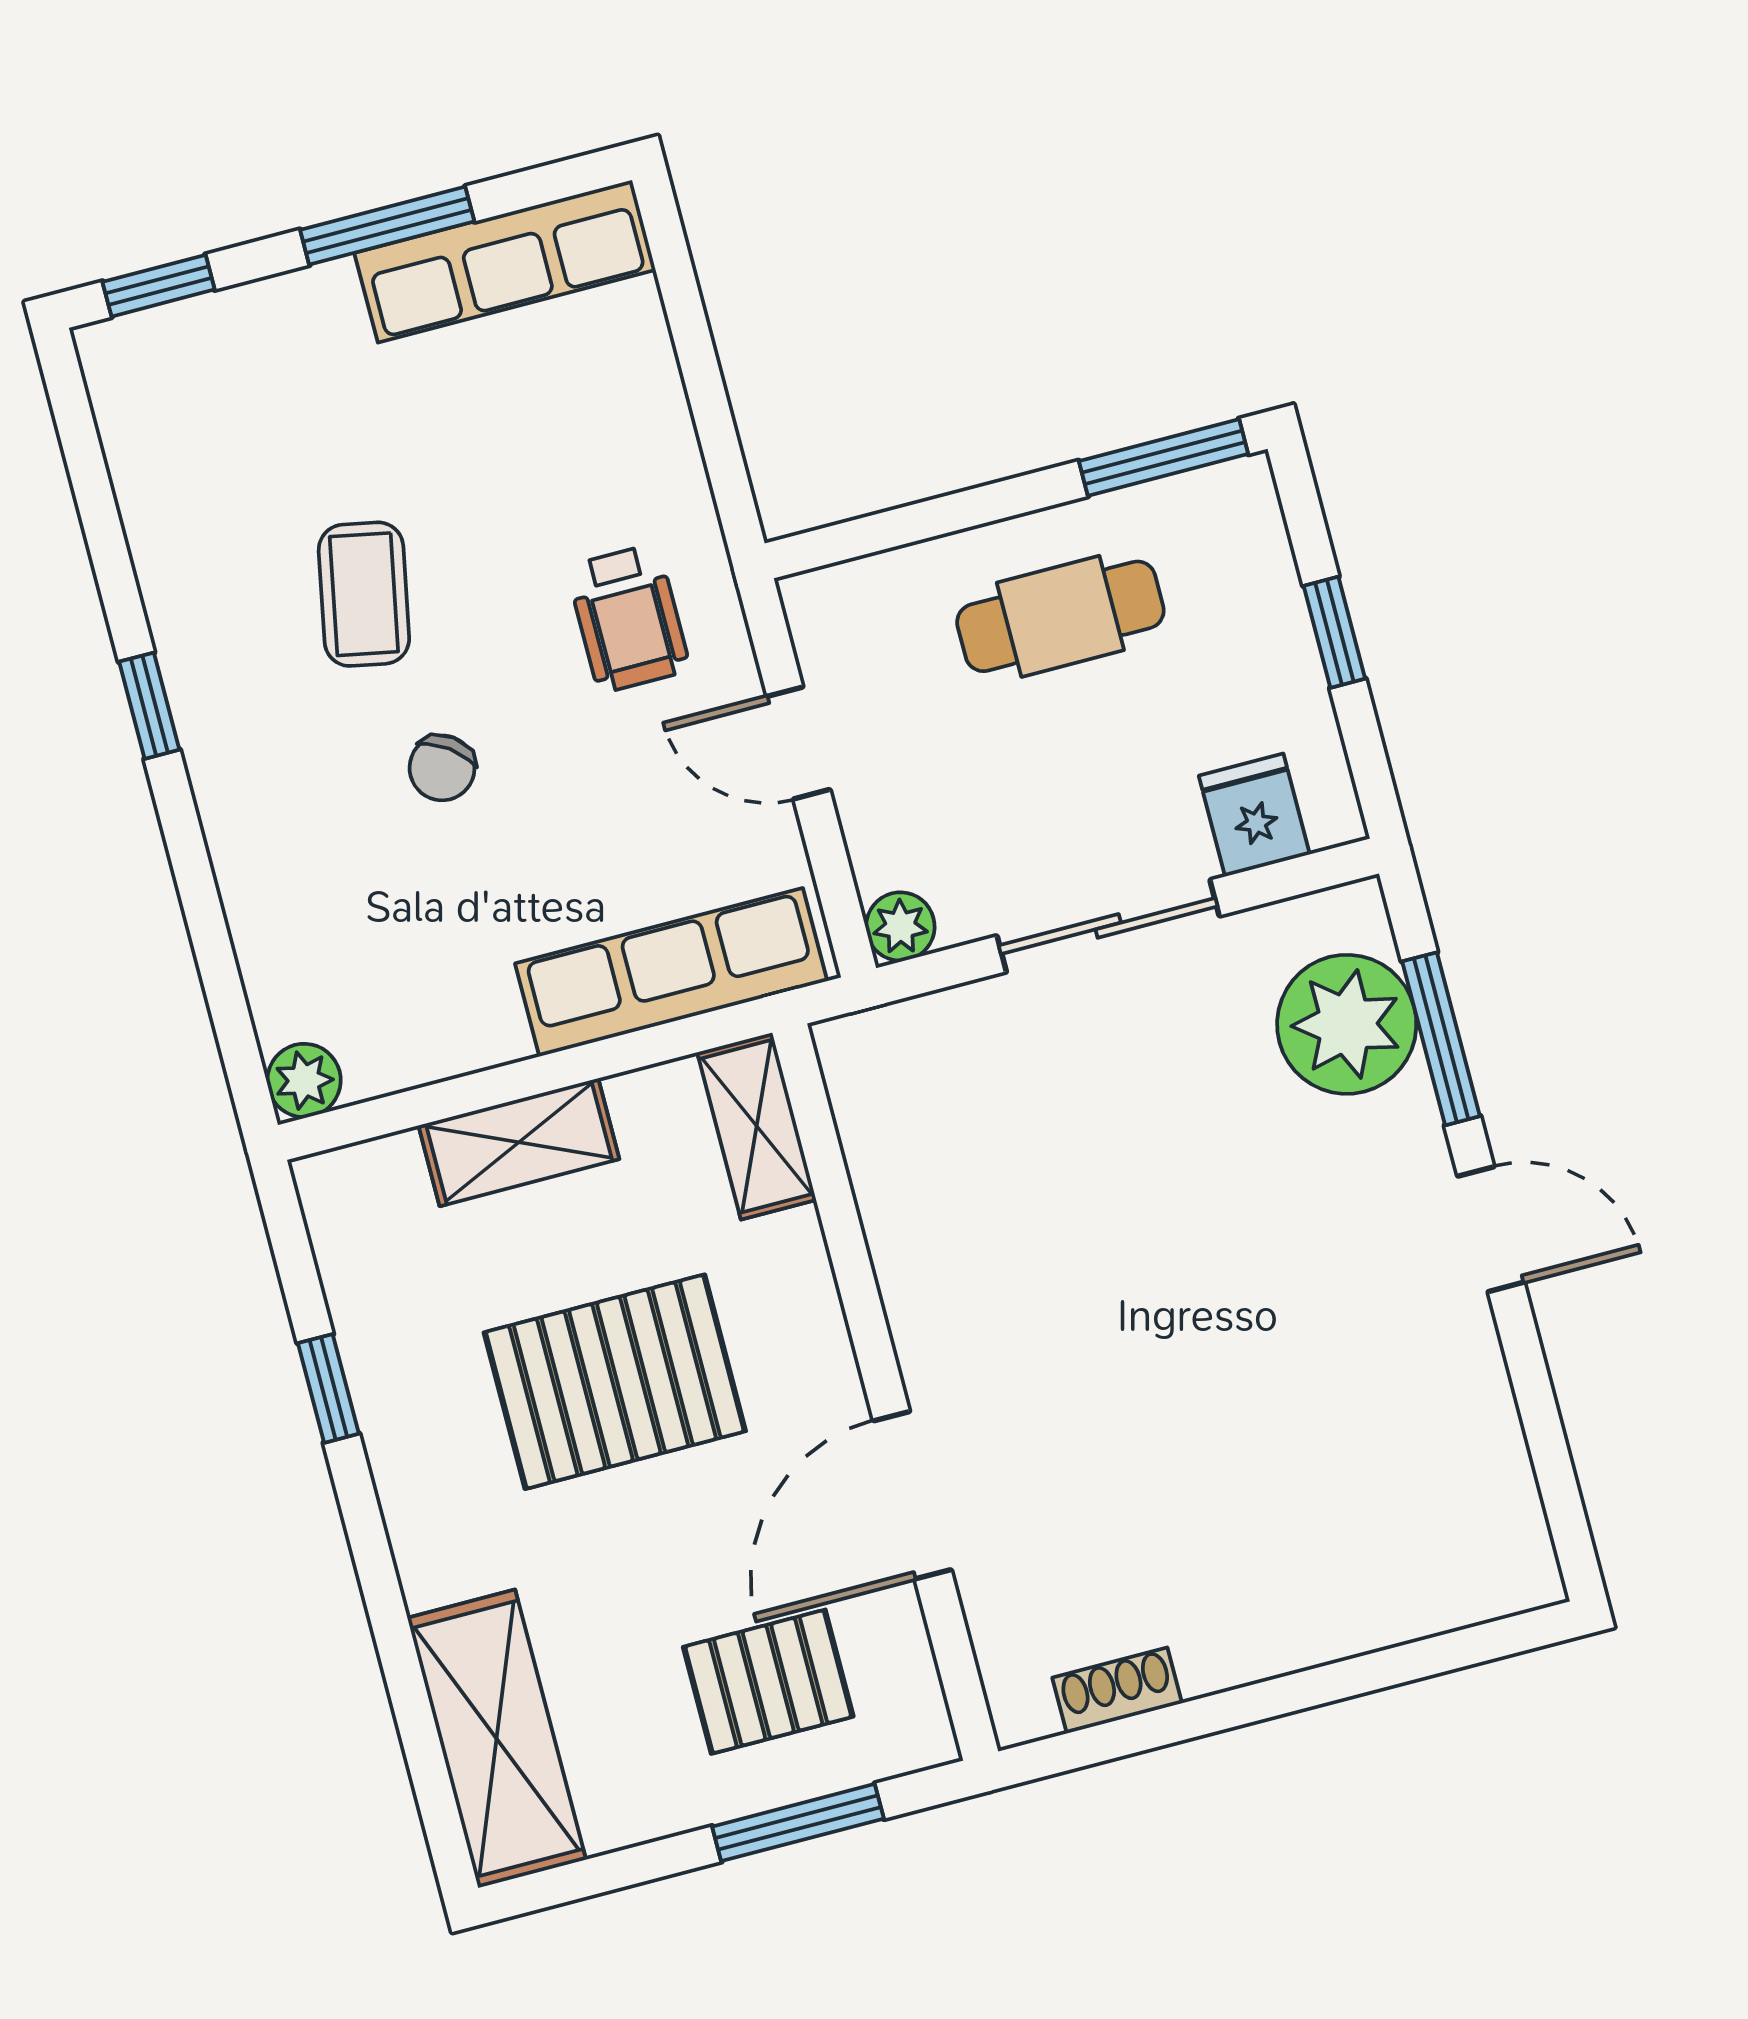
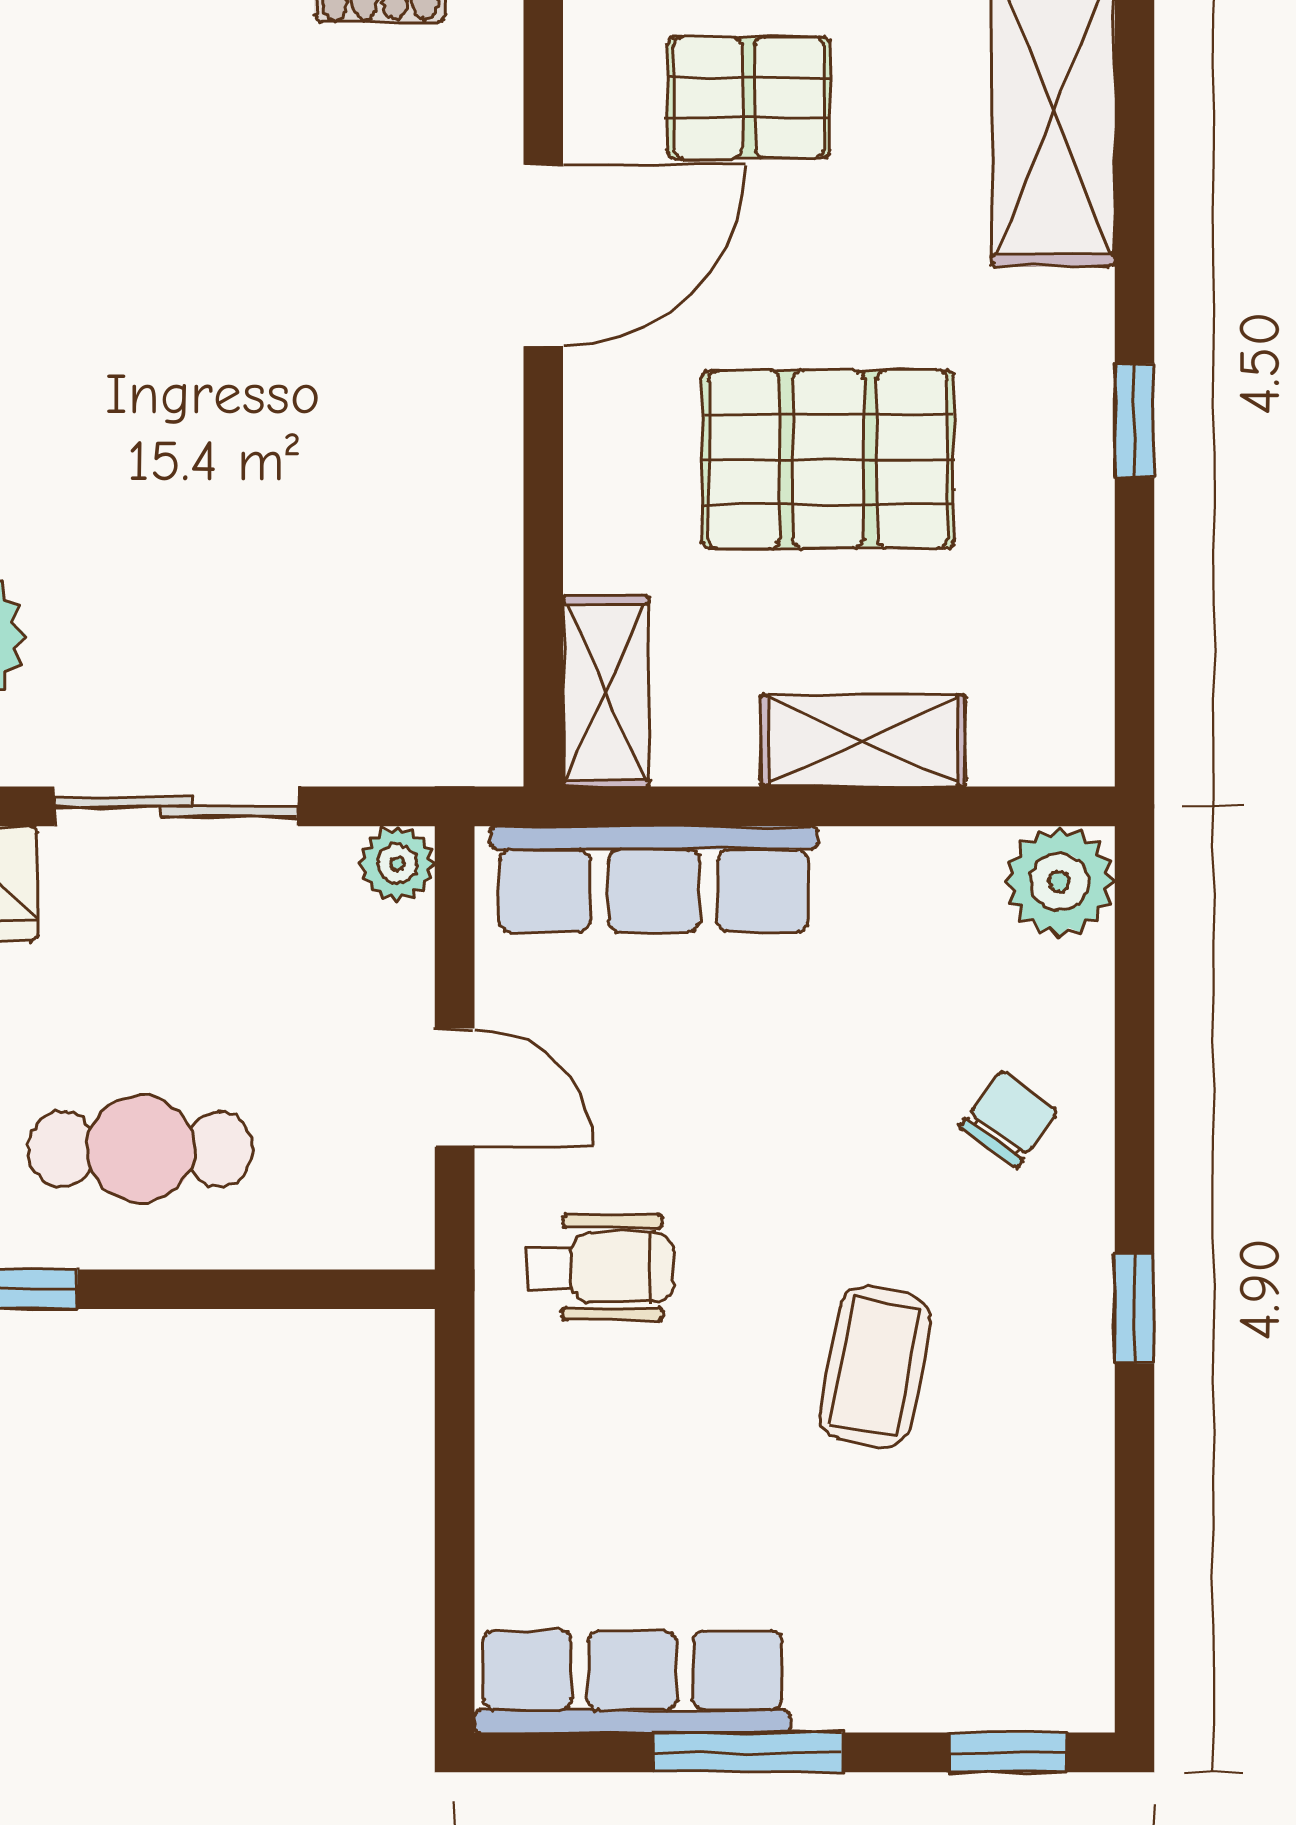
wheelchair: (628, 618) -> (601, 1267), turned 90
chair: (442, 768) -> (1009, 1119), moved
plant: (304, 1080) -> (1059, 882), width x1.38, depth x1.38
window: (328, 1388) -> (1134, 421), moved

